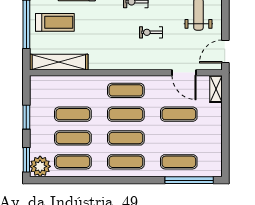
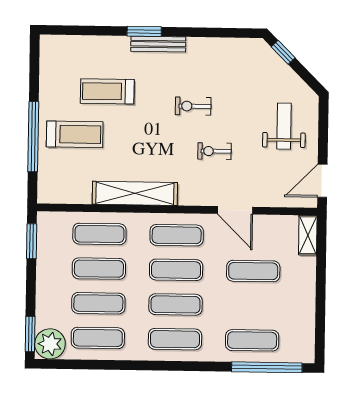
shelving: (59, 62) -> (135, 193), moved
door: (184, 73) -> (235, 210), moved
exercise mat: (73, 90) -> (99, 234), added
window: (26, 117) -> (32, 241), moved

